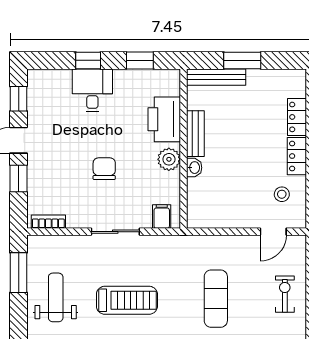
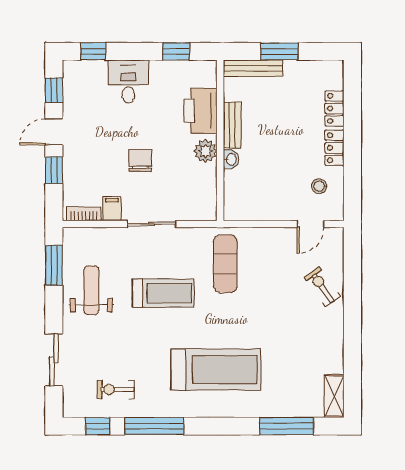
window: (88, 60) -> (93, 51), moved
filing cabinet: (162, 216) -> (112, 209), moved
exercise bike: (285, 294) -> (322, 287), turned -35
exercise mat: (216, 299) -> (225, 264), moved

